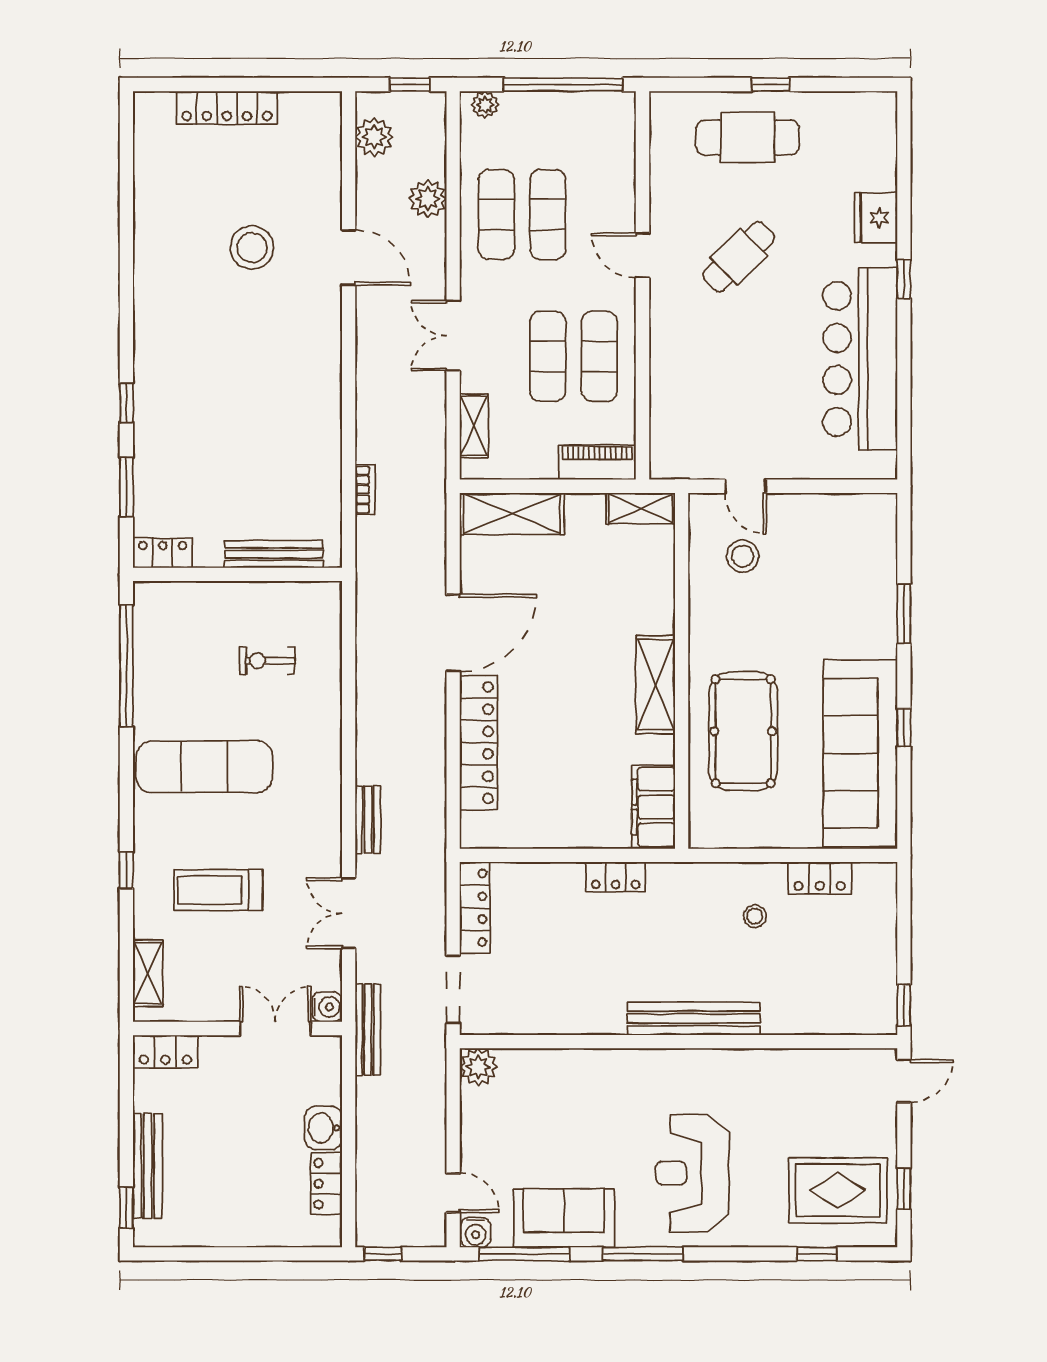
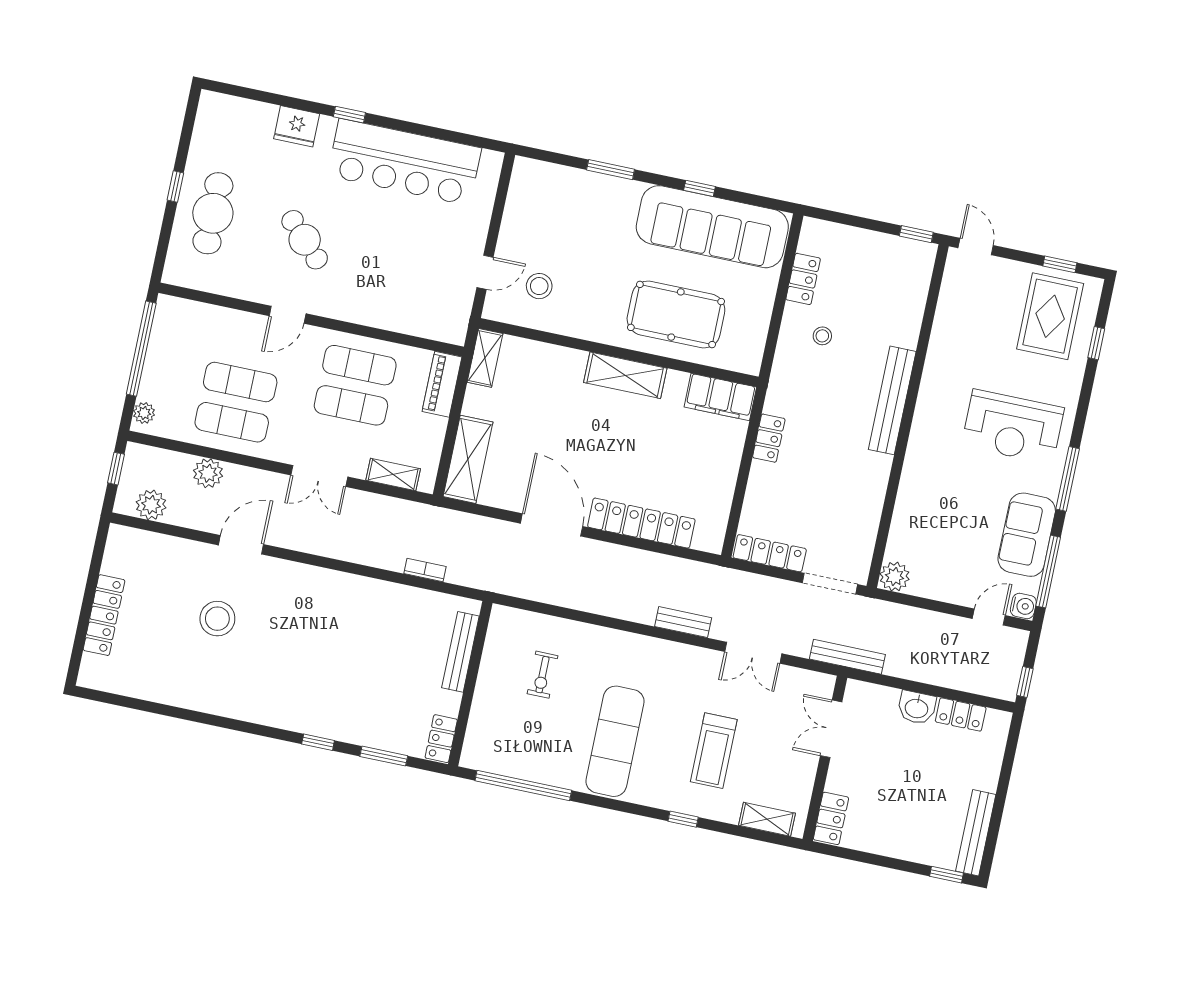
water cooler: (327, 1007) -> (823, 685), removed
bench: (148, 1166) -> (976, 833), moved, turned 90

